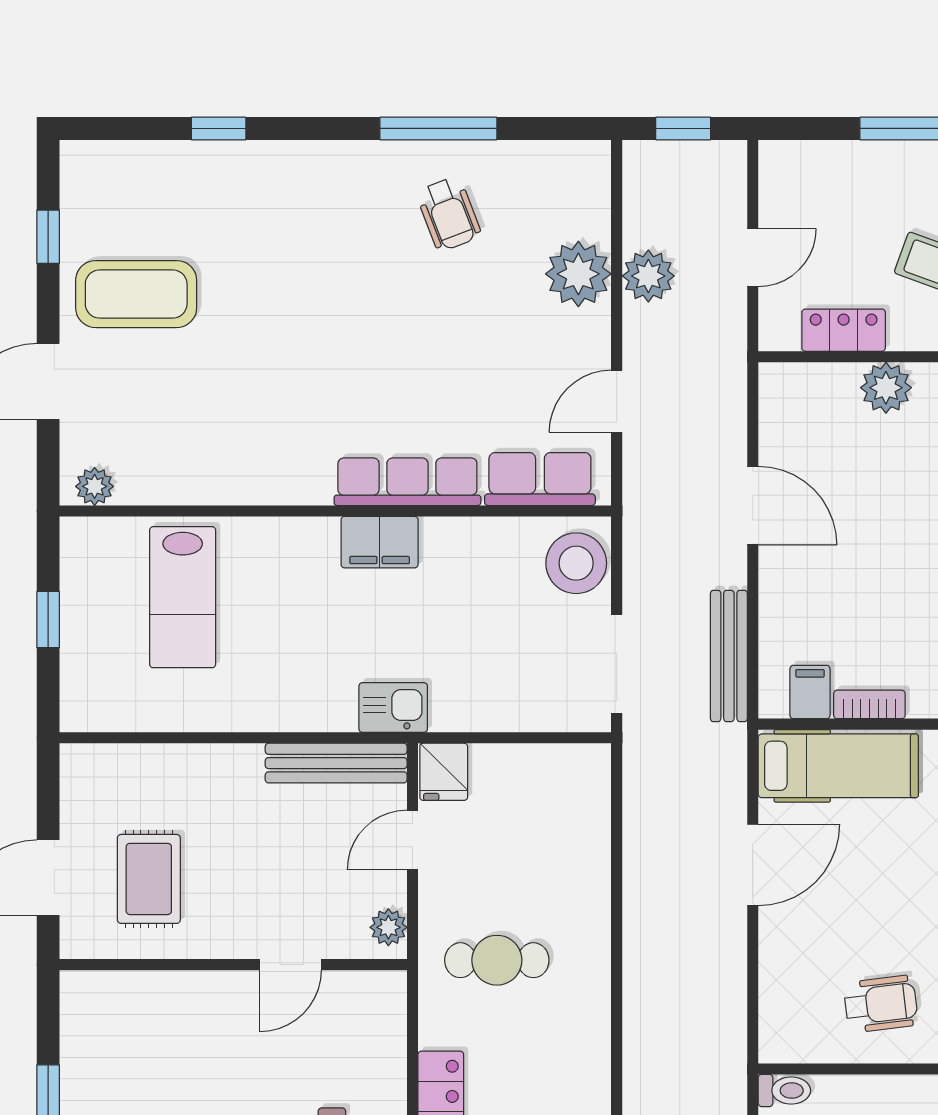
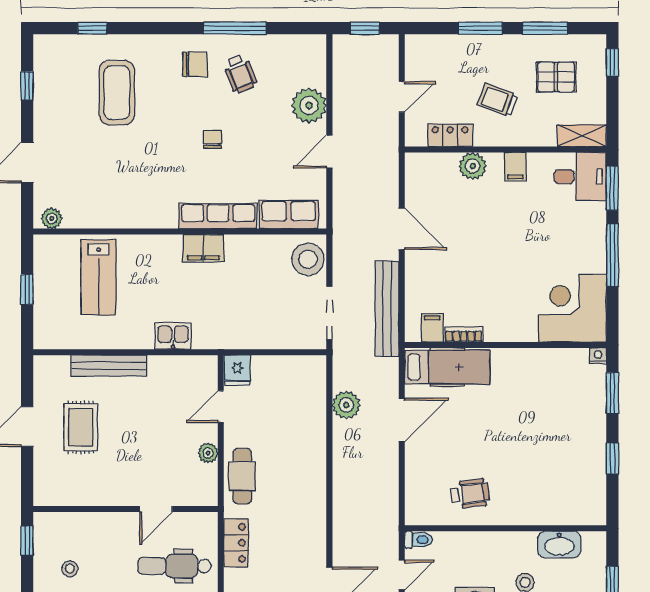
window: (219, 128) -> (92, 28), moved
chair: (364, 196) -> (195, 64), added
plant: (648, 276) -> (346, 405), moved
coffee table: (136, 294) -> (117, 93), moved, turned 90
chair: (397, 337) -> (213, 139), added
door: (617, 401) -> (329, 152), moved
bench: (729, 656) -> (387, 309), width x1.37, depth x1.21
kitchen sink: (393, 708) -> (173, 336), moved
bench: (336, 763) -> (109, 366), moved
cafe table: (497, 960) -> (242, 476), moved, turned 90
wall: (233, 965) -> (126, 509), moved
door: (291, 965) -> (156, 509), moved

